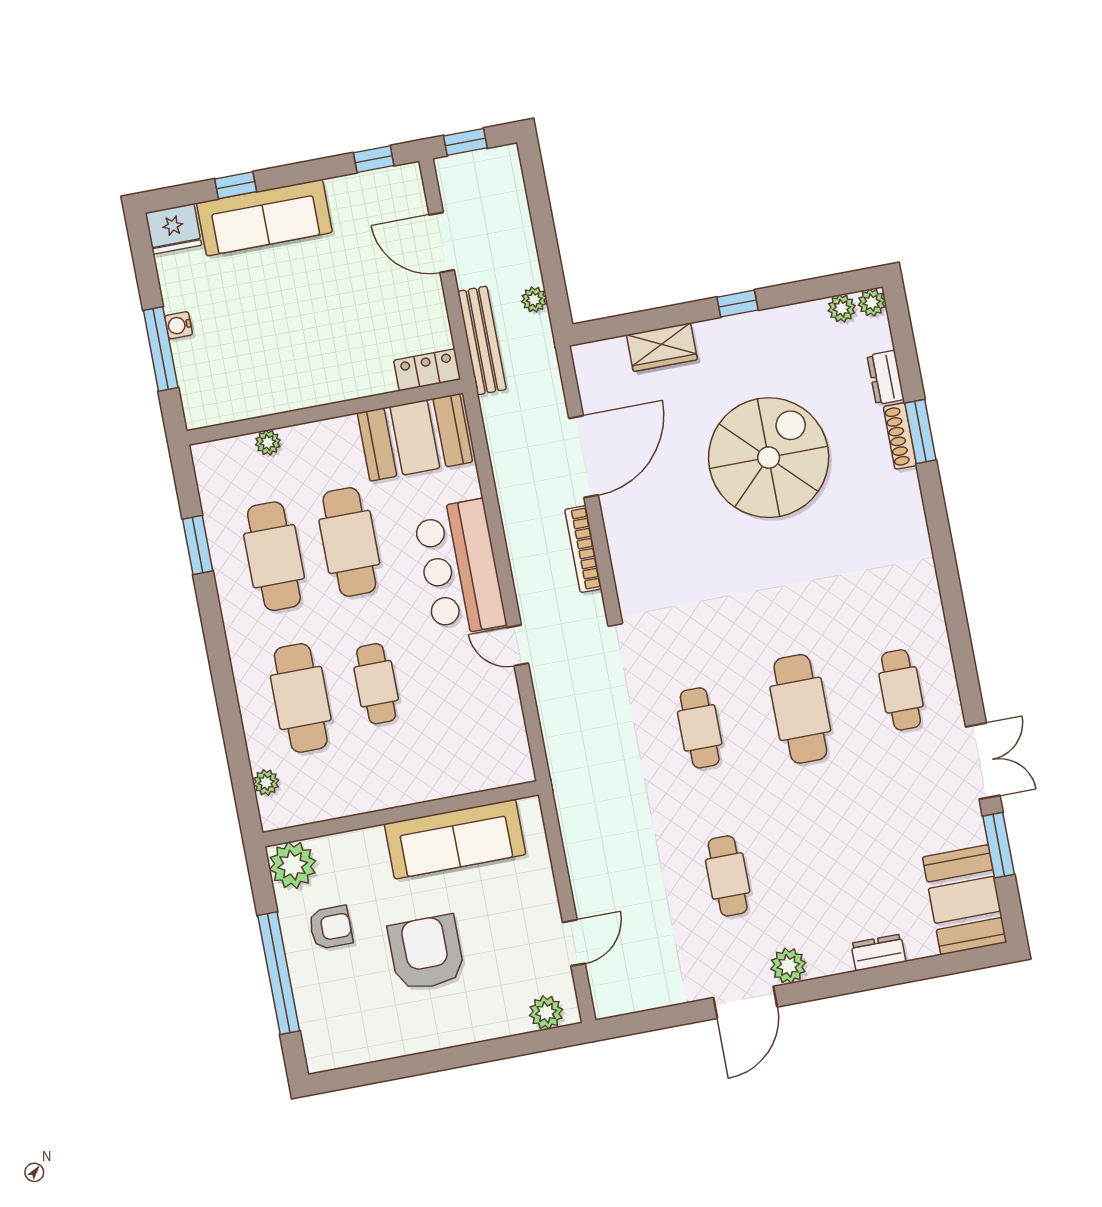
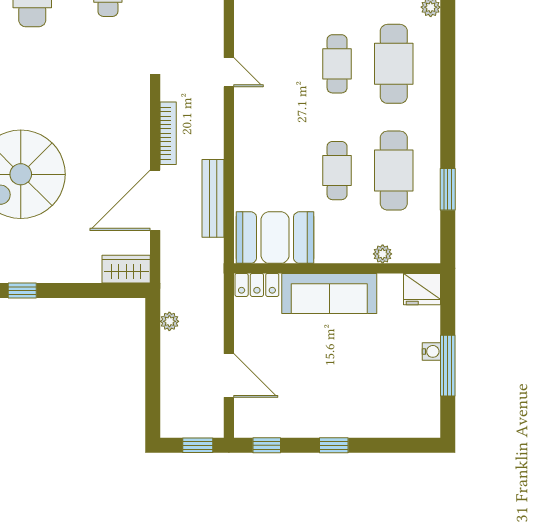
window: (236, 185) -> (334, 445), moved
sofa: (264, 218) -> (329, 293), moved, turned 180
fridge: (173, 229) -> (422, 289), moved, turned 180
bench: (482, 340) -> (213, 198), moved
wardrobe: (662, 347) -> (126, 269), moved
window: (161, 349) -> (448, 366), moved
cafe table: (349, 542) -> (337, 171), width x0.73, depth x0.74
bar counter: (460, 568) -> (260, 136), removed

